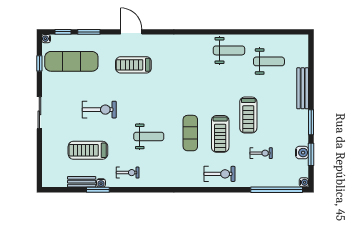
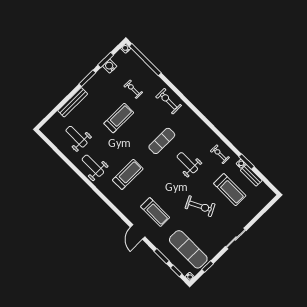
exercise bike: (99, 110) -> (200, 206), turned 153
treadmill: (220, 134) -> (128, 174), moved

